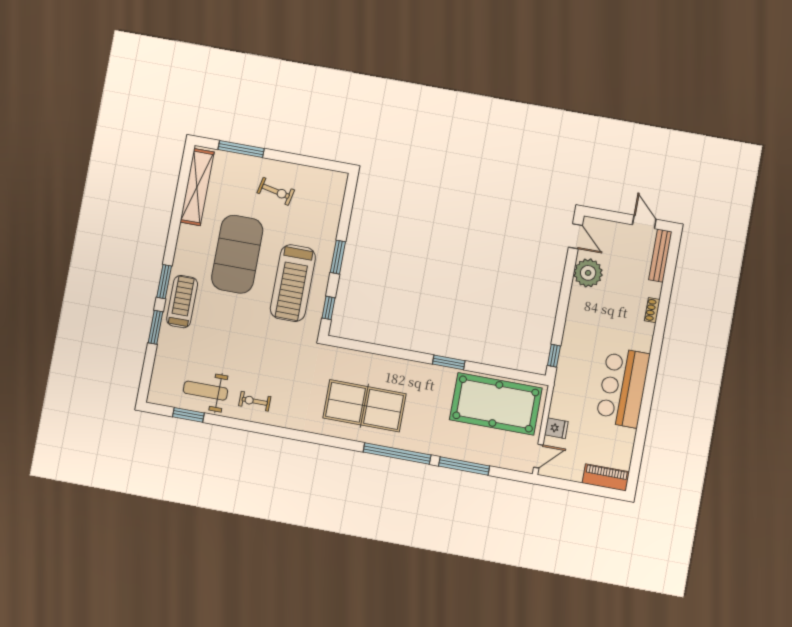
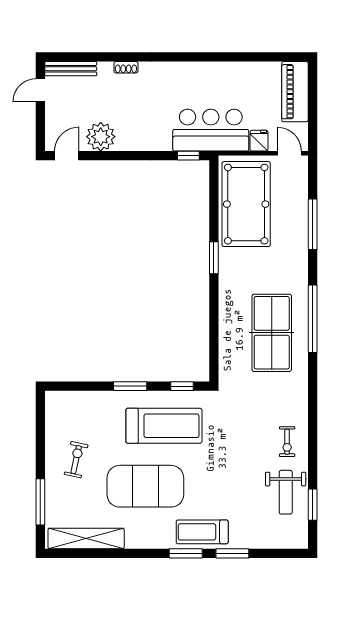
bar counter: (623, 387) -> (211, 130), moved, turned 180
window: (397, 454) -> (313, 319), moved
piano: (606, 477) -> (295, 92), width x1.37, depth x1.33

